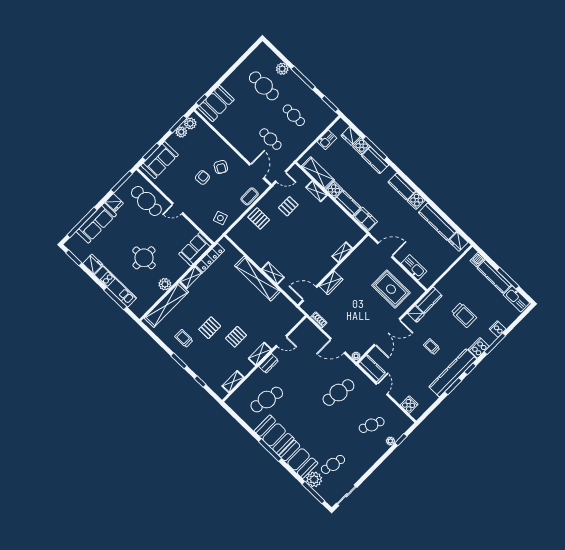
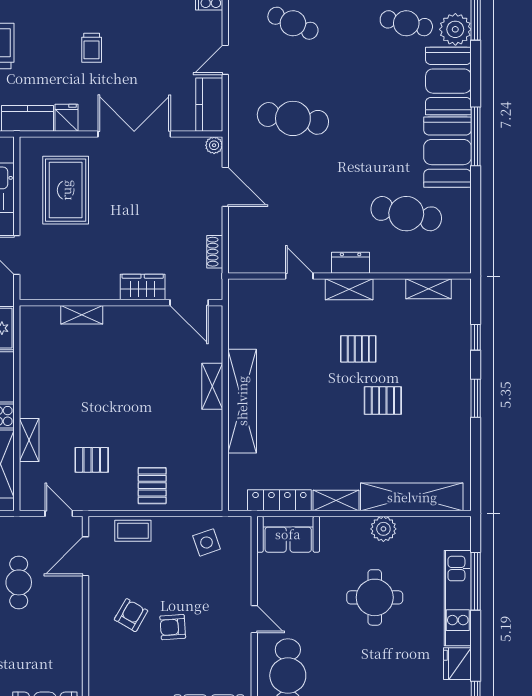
trolley: (184, 338) -> (436, 423), removed

